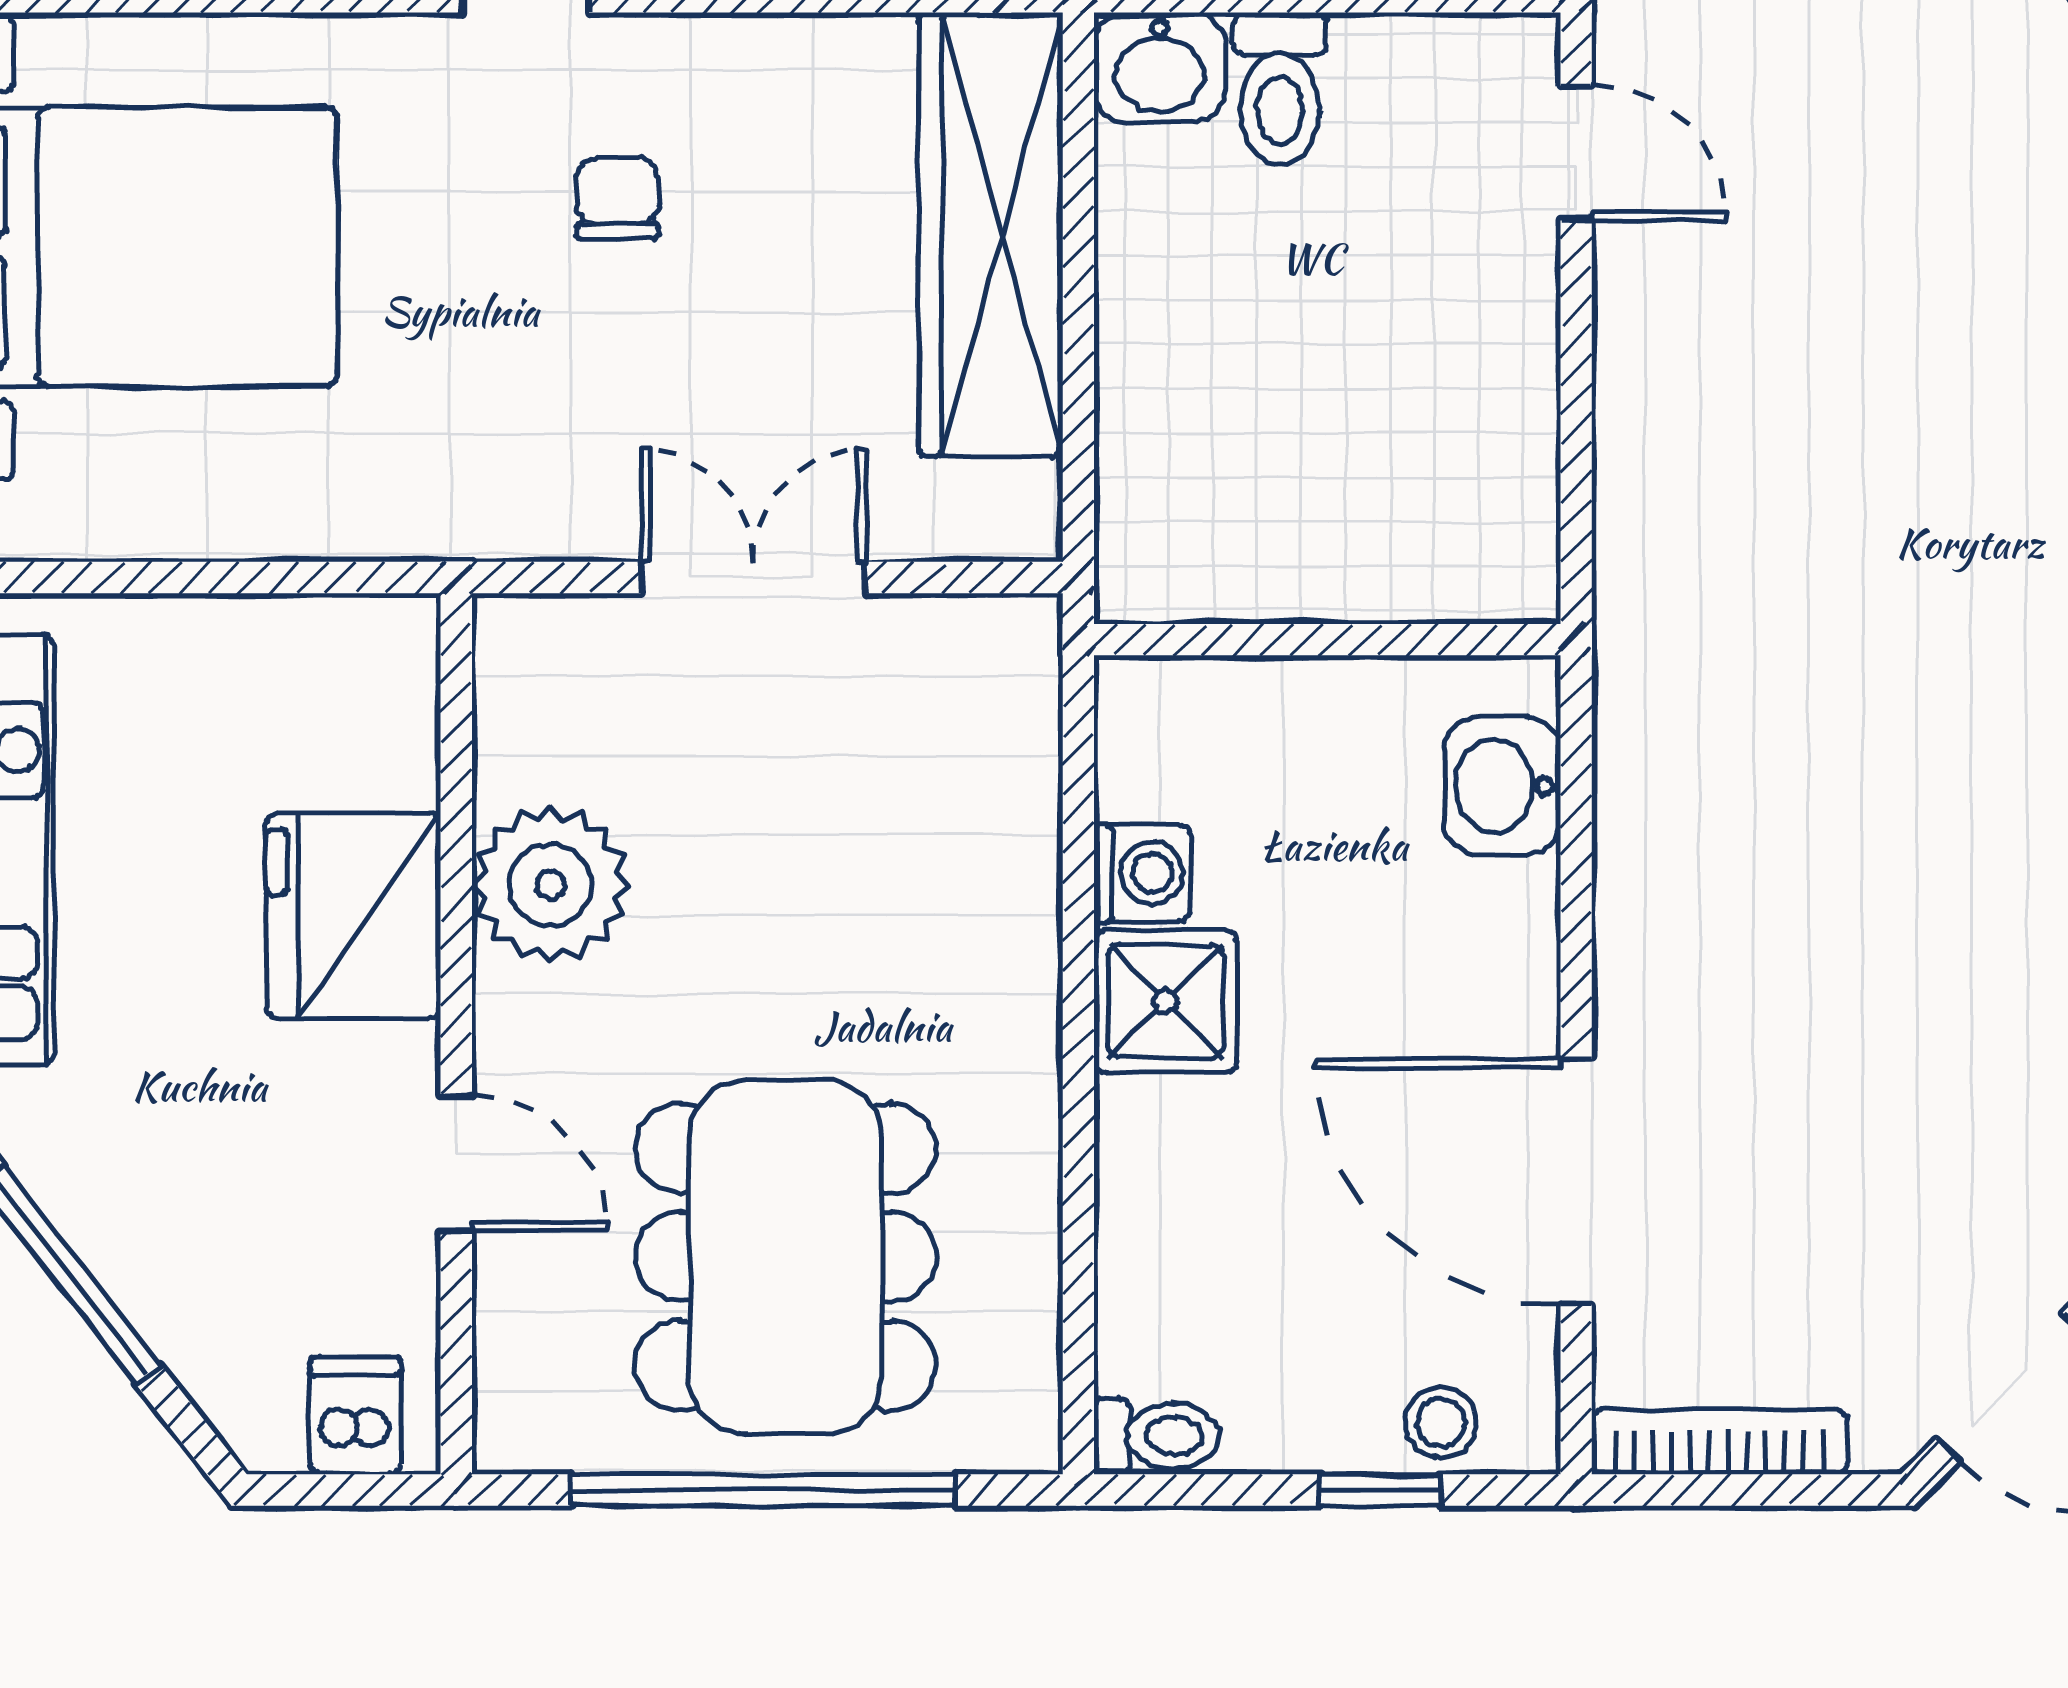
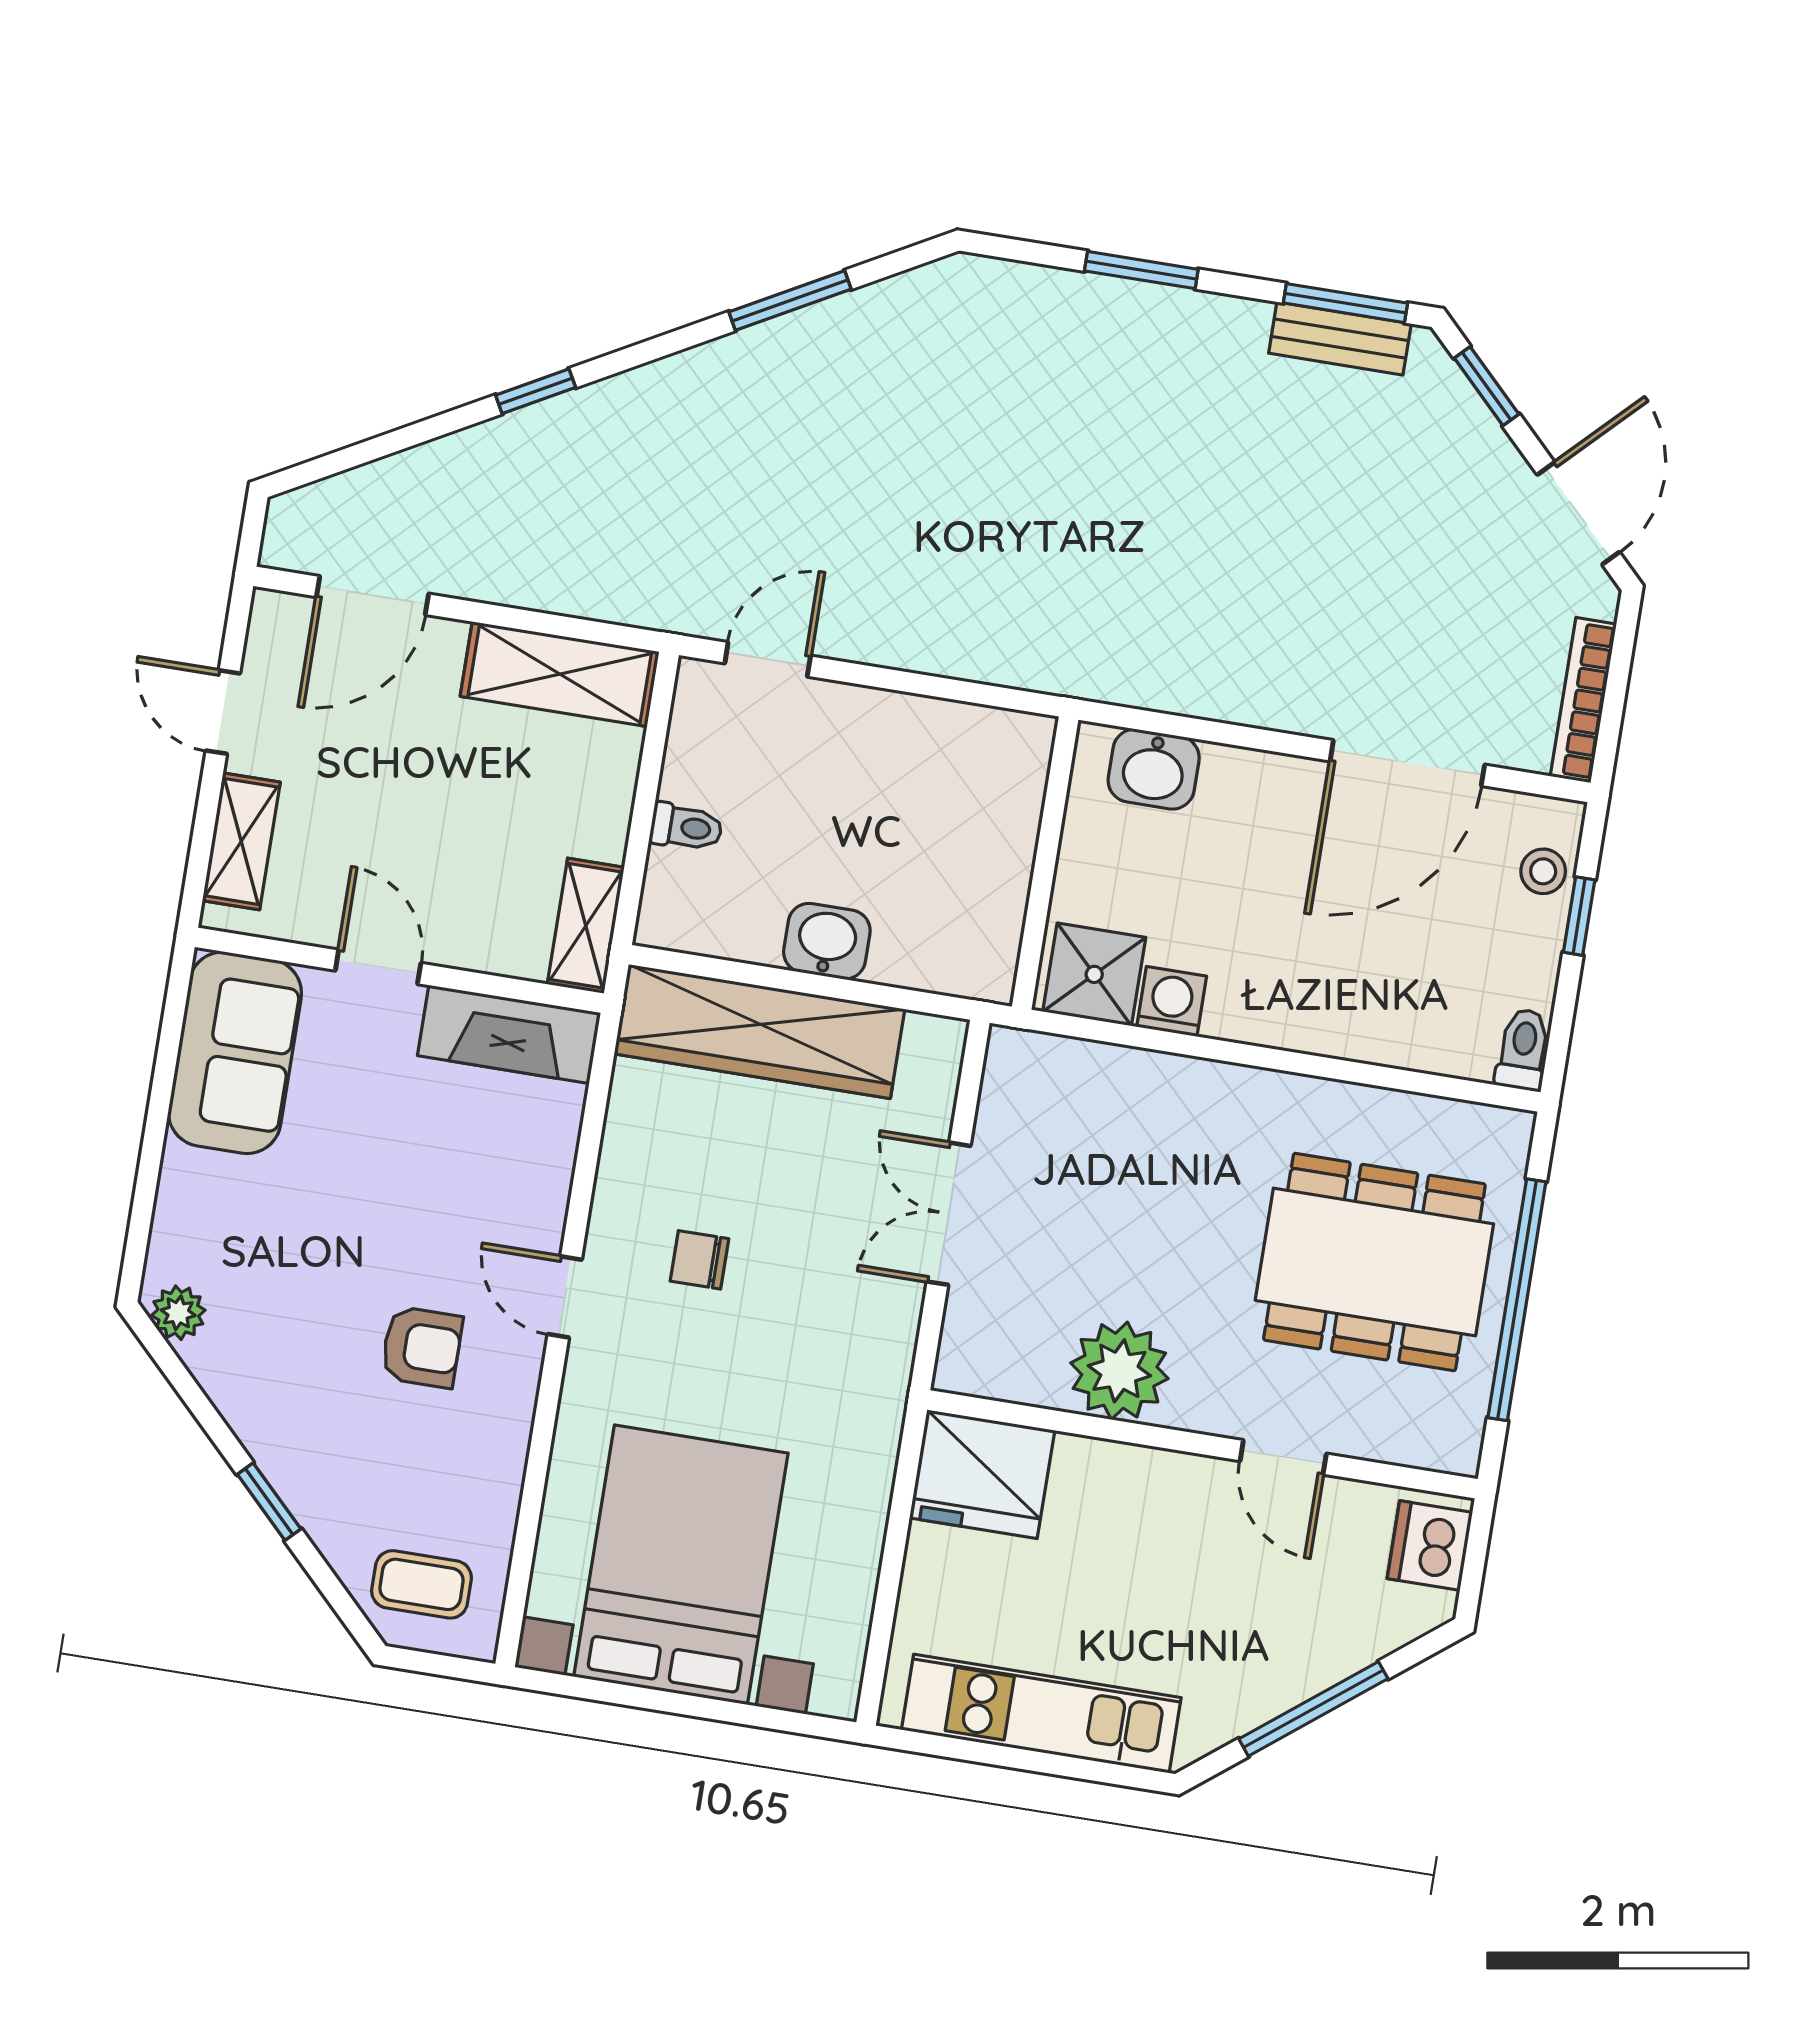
washbasin: (1159, 68) -> (827, 941), moved, turned -90
toilet: (1280, 89) -> (686, 827), width x0.73, depth x0.72
fridge: (354, 916) -> (982, 1474), moved
shower: (1165, 1001) -> (1094, 974), moved
door: (456, 1164) -> (1283, 1457), swing flipped
dishwasher: (355, 1416) -> (1430, 1545), width x1.38

